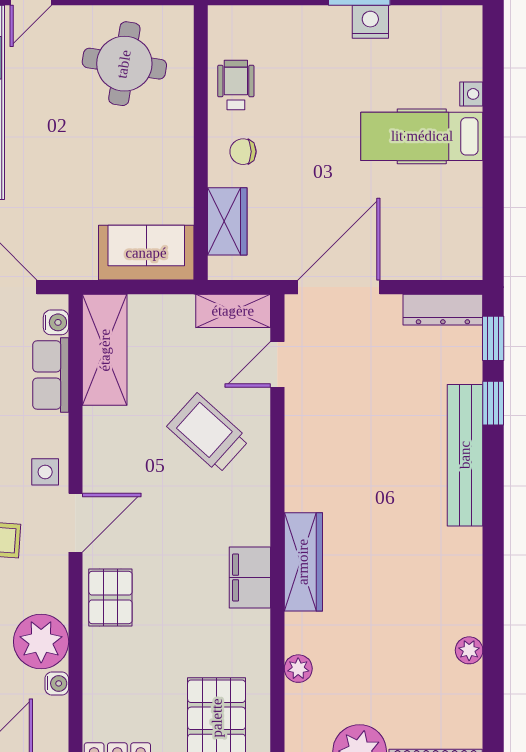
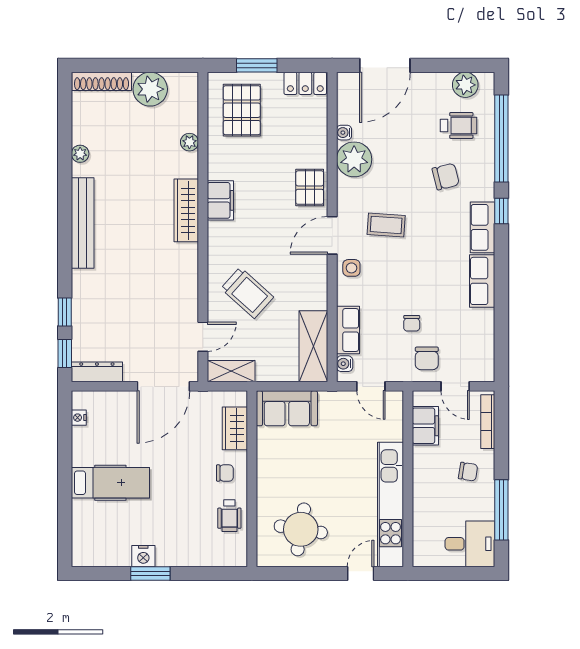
nightstand: (471, 94) -> (79, 418), moved
bench: (465, 455) -> (83, 223), moved

